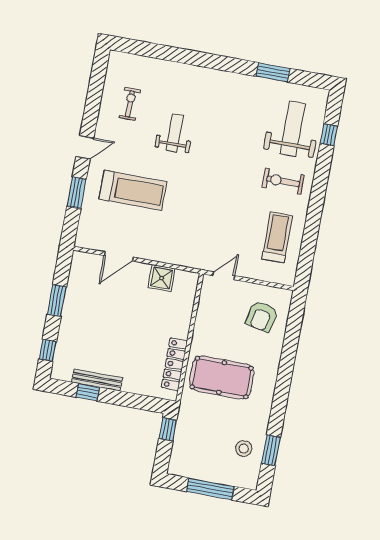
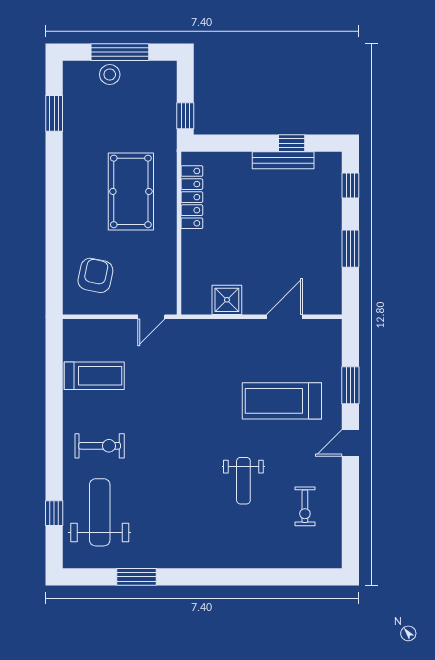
weight bench: (293, 129) -> (100, 512), turned 180
treadmill: (277, 237) -> (94, 376), turned -90
pool table: (222, 377) -> (131, 191), turned 90
stool: (244, 449) -> (110, 75), moved

